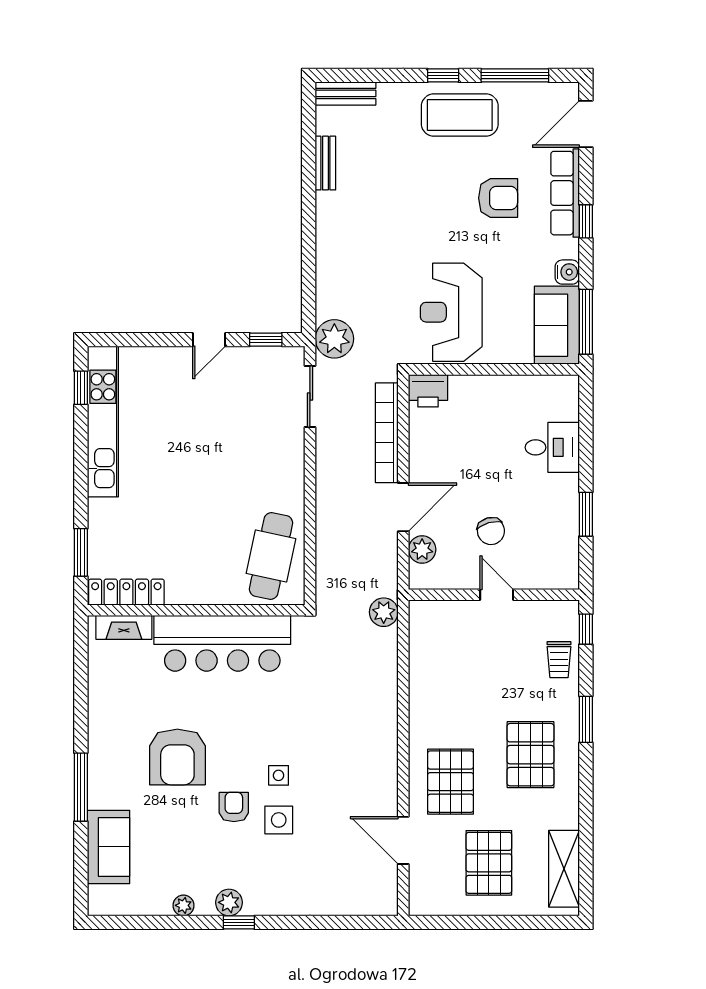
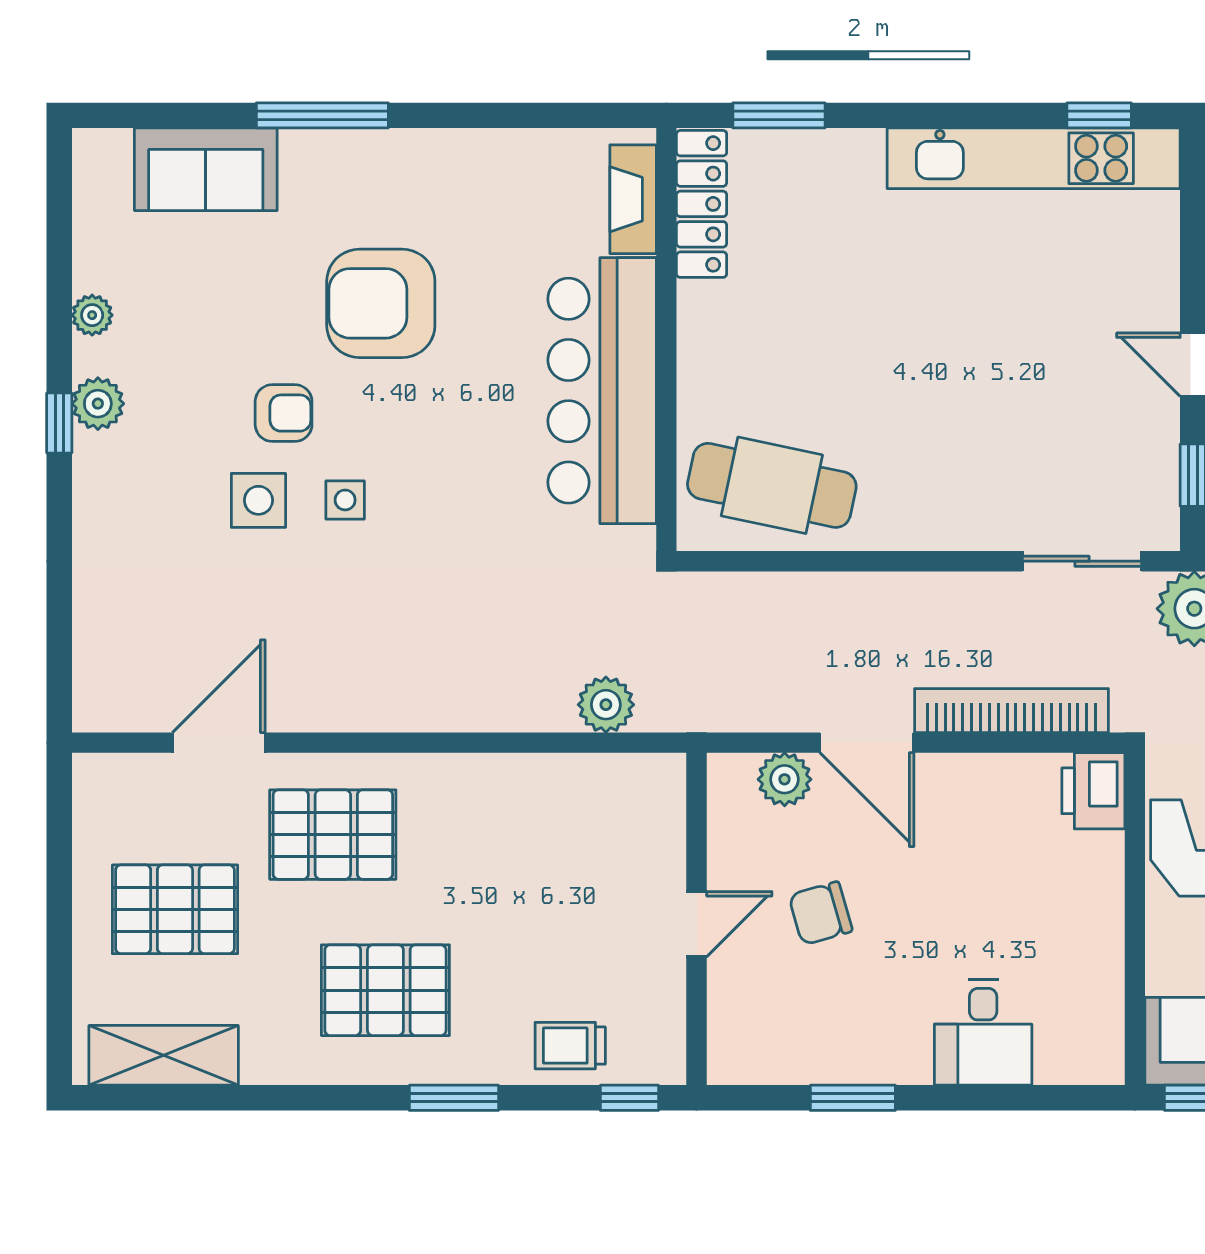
plant: (384, 612) -> (606, 705), moved

